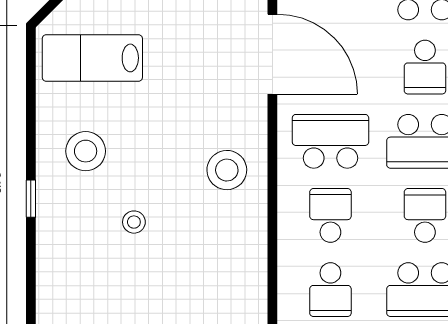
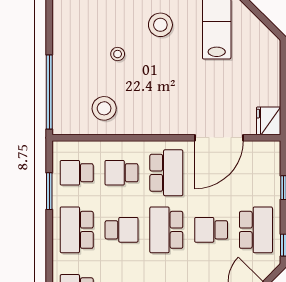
stool: (227, 170) -> (104, 108), moved
school desk: (330, 215) -> (122, 173), turned 180

